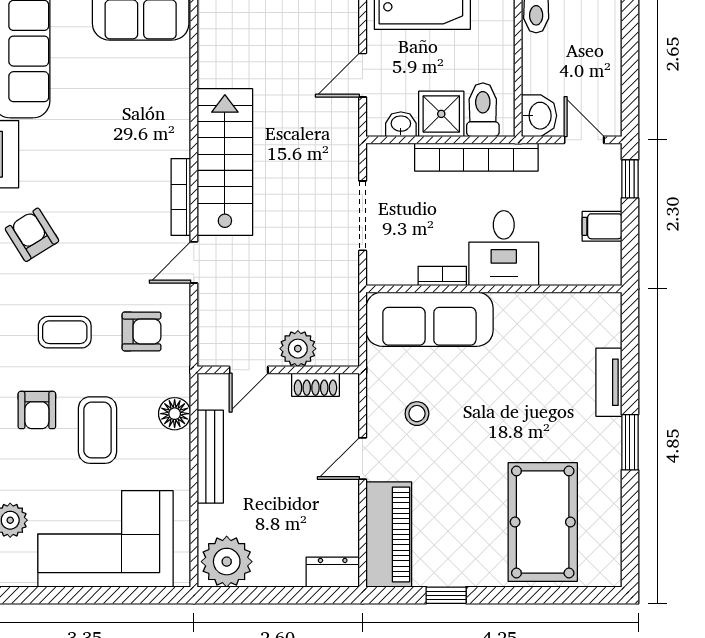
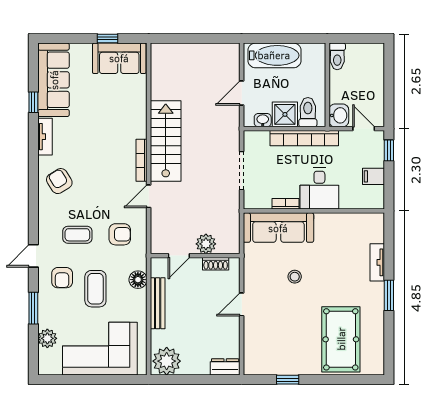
stool: (417, 414) -> (295, 277), moved
piano: (389, 534) -> (256, 346), removed

